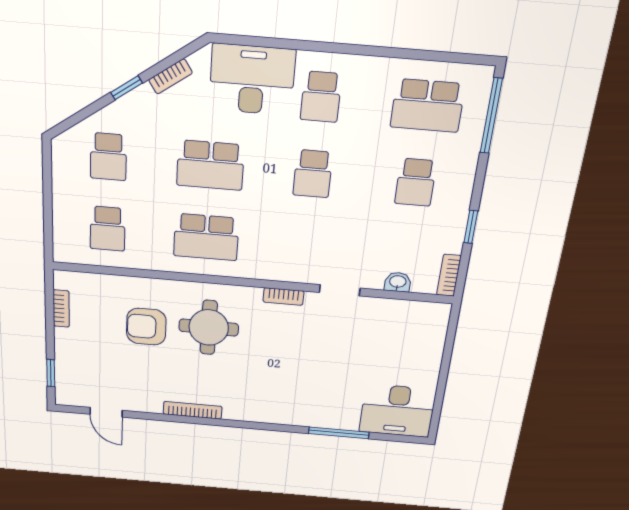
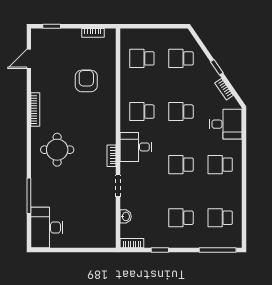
desk: (252, 80) -> (226, 124), width x0.73
school desk: (427, 106) -> (220, 218), width x0.54
school desk: (210, 165) -> (181, 112), width x0.54
school desk: (206, 237) -> (142, 112), width x0.54
desk: (271, 253) -> (136, 147), added
round table: (209, 327) -> (57, 150), moved

